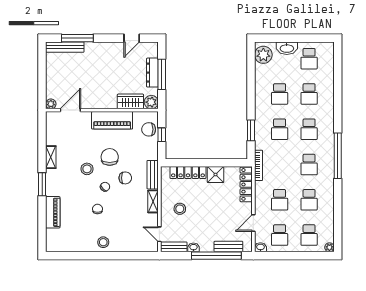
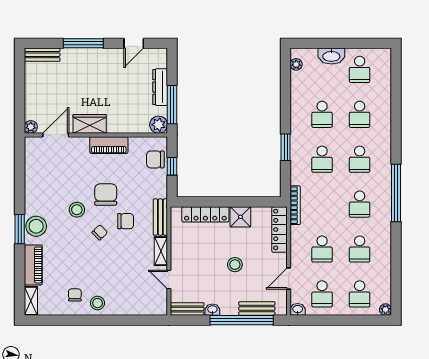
window: (77, 38) -> (83, 43), moved
bench: (65, 47) -> (42, 55), width x0.73
plant: (263, 55) -> (296, 64), width x0.53, depth x0.53
window: (162, 74) -> (172, 105), moved
wardrobe: (130, 101) -> (90, 124), moved
piano: (112, 120) -> (109, 145), width x0.73, depth x0.75
window: (251, 130) -> (286, 147), moved
shelving: (51, 157) -> (31, 301), moved
stool: (55, 182) -> (36, 226), added
chair: (97, 209) -> (75, 295), moved
stool: (180, 209) -> (235, 265), moved
door: (159, 234) -> (169, 280), moved

